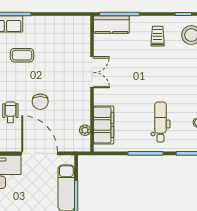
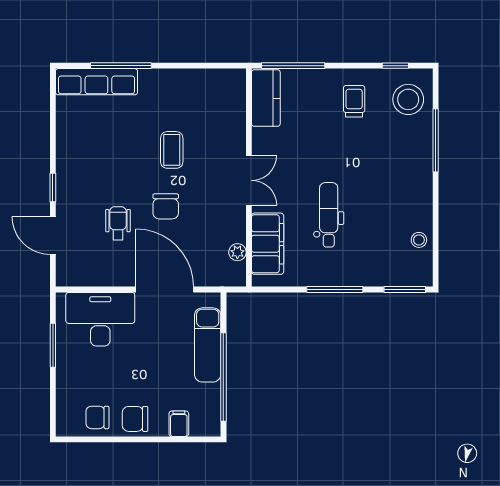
kitchen counter: (111, 25) -> (266, 98), moved, turned -90
coffee table: (22, 55) -> (172, 150), moved, turned 90
double door: (92, 72) -> (249, 180), moved
dental chair: (160, 122) -> (329, 215), moved

